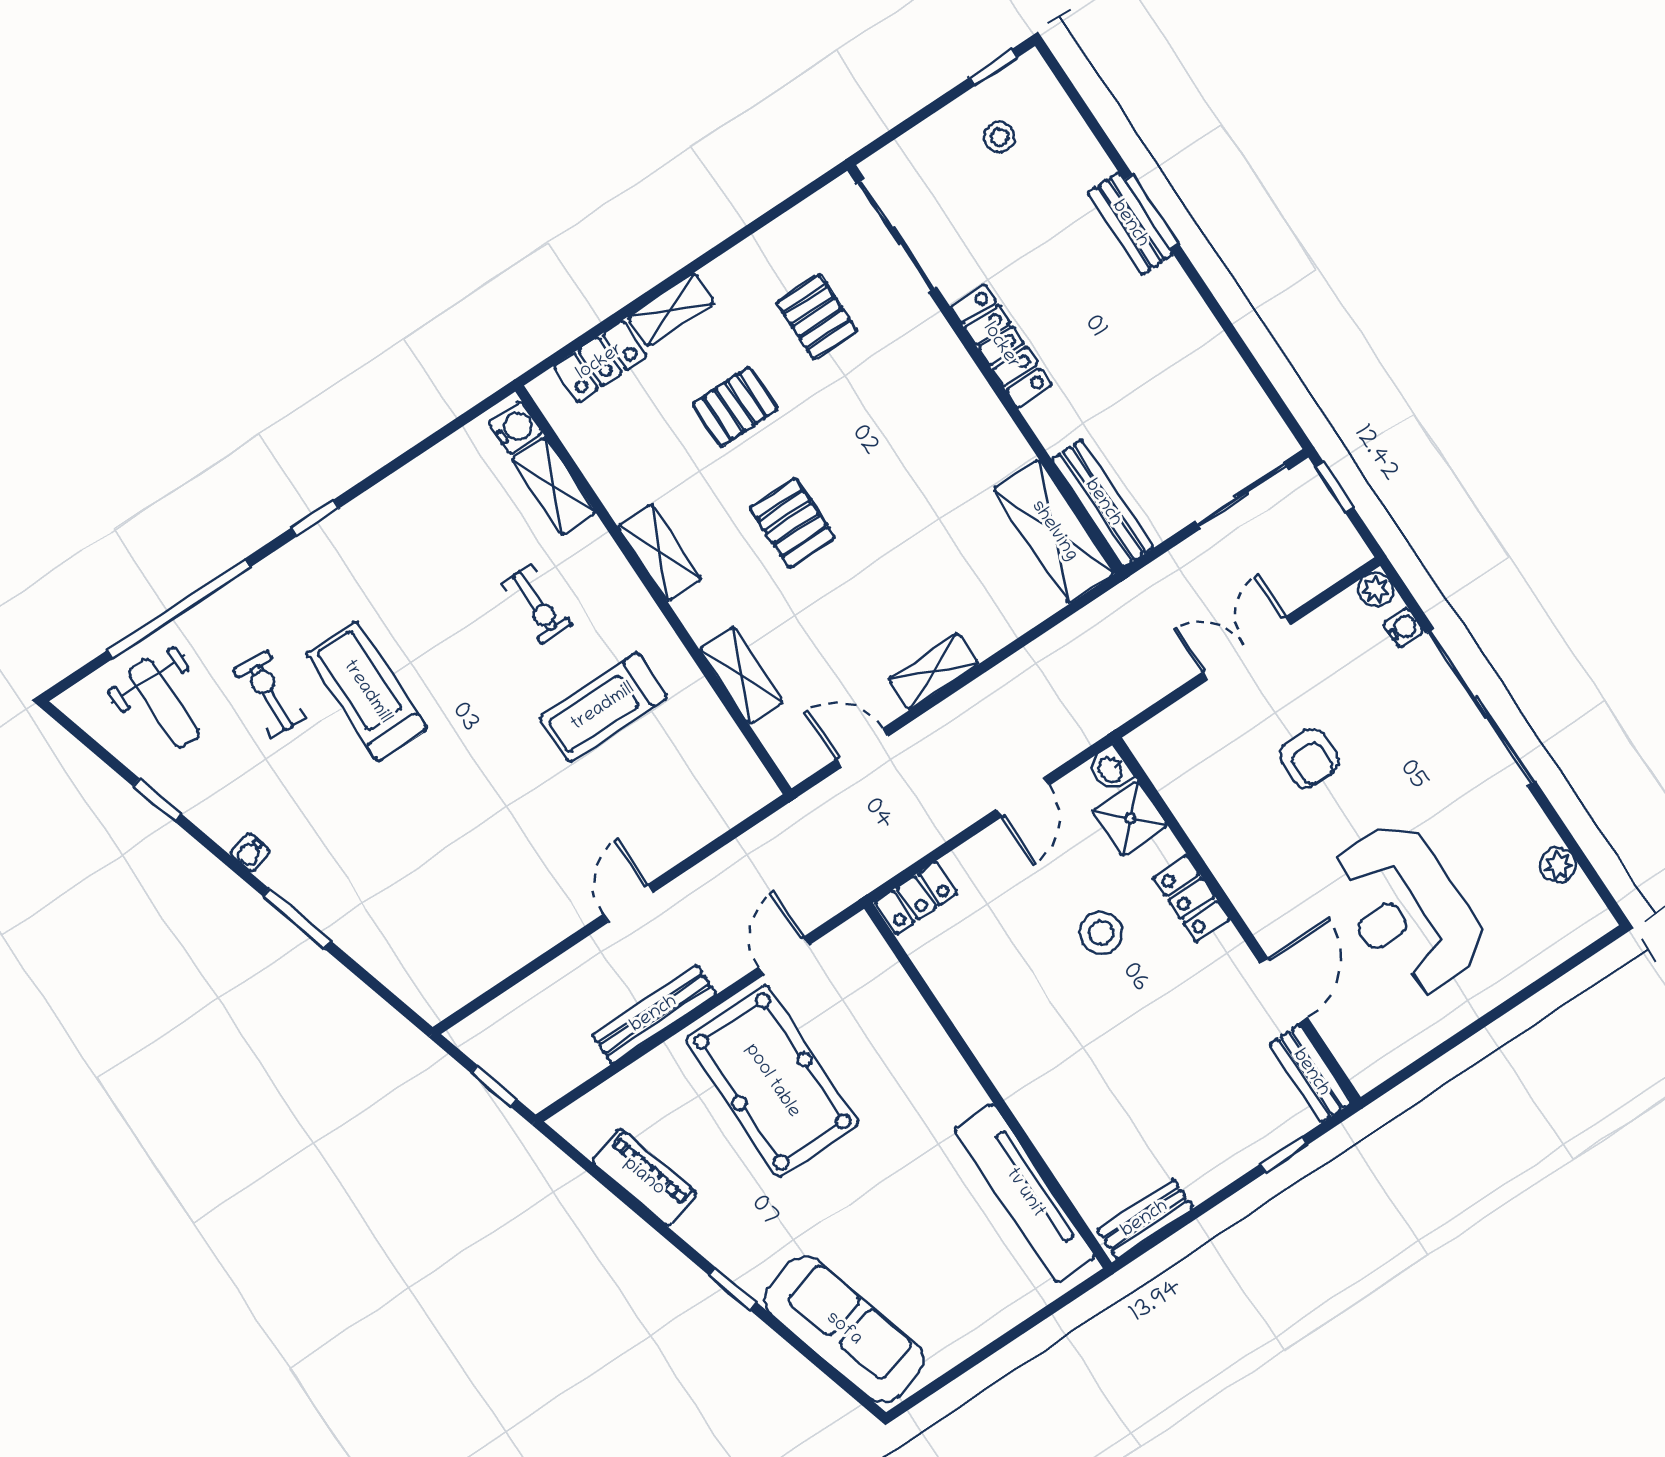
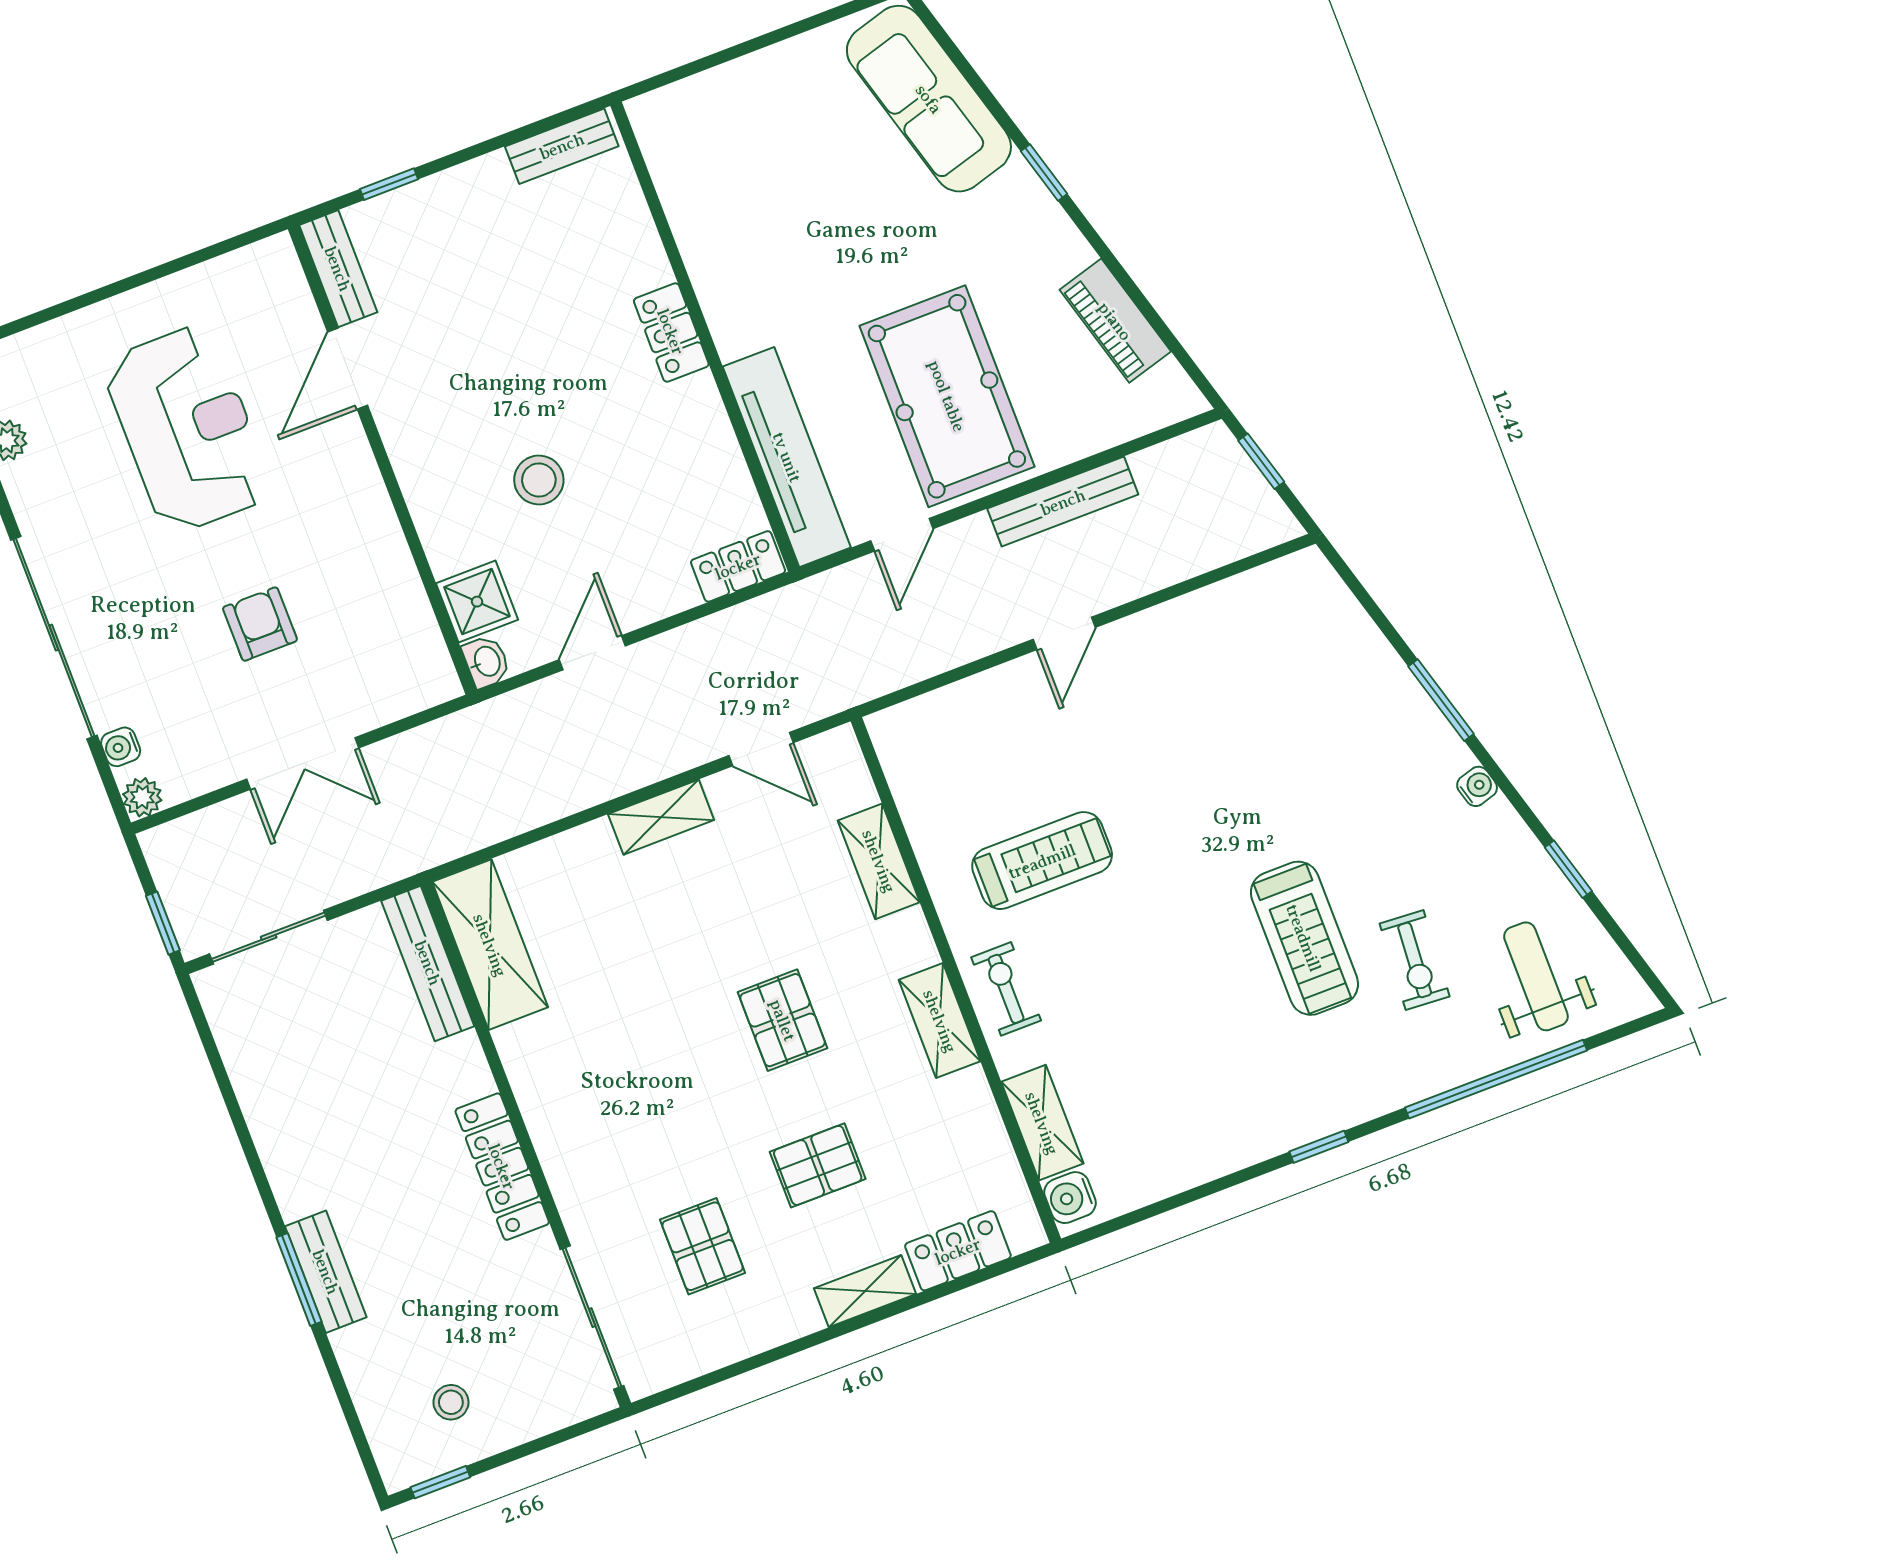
exercise bike: (537, 604) -> (1006, 989), moved
locker: (1191, 899) -> (671, 332), moved, turned 180
tv unit: (1025, 1193) -> (787, 457), moved

